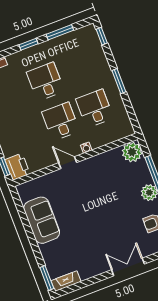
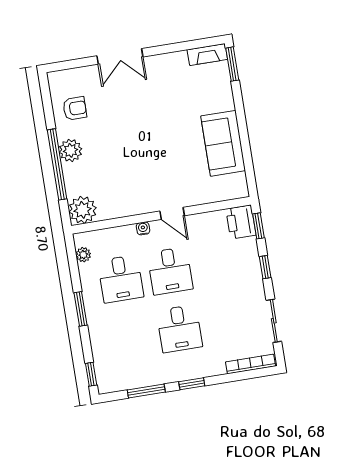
plant: (125, 120) -> (83, 255), added

